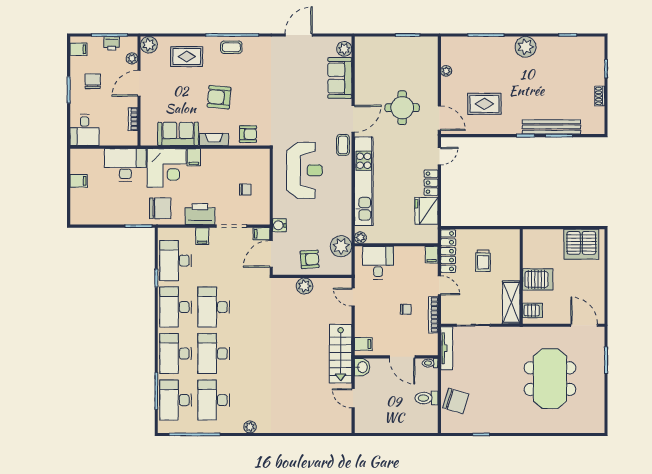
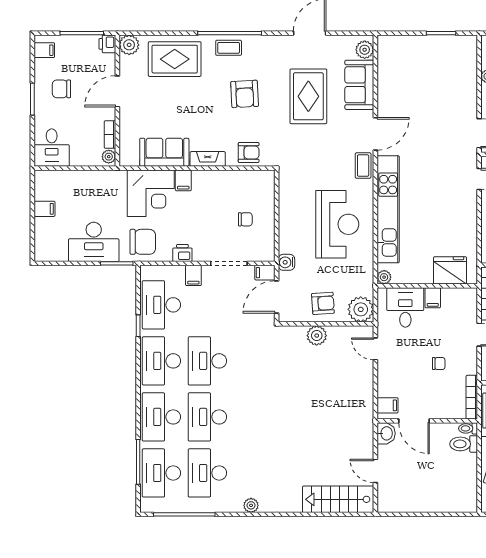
printer: (112, 43) -> (107, 44), moved, turned 90
rug: (187, 57) -> (175, 59), width x1.36, depth x1.43
plant: (132, 58) -> (109, 157), moved
chair: (93, 81) -> (61, 89), turned -90
rug: (298, 87) -> (308, 96), added
armchair: (219, 97) -> (245, 94), moved, turned -98
round table: (402, 108) -> (434, 121), removed
desk: (125, 165) -> (94, 242), moved, turned 180
reception desk: (304, 170) -> (337, 224), moved
locker: (431, 183) -> (469, 211), removed
fridge: (426, 211) -> (450, 270), moved, turned 90
printer: (200, 214) -> (182, 253), width x0.53, depth x0.68
plant: (341, 246) -> (361, 309), moved
filing cabinet: (432, 255) -> (433, 298), moved
bookcase: (433, 315) -> (472, 397), moved
stairs: (341, 354) -> (338, 499), moved, turned 90
door: (402, 357) -> (414, 421), moved
toilet: (427, 398) -> (464, 444), moved

